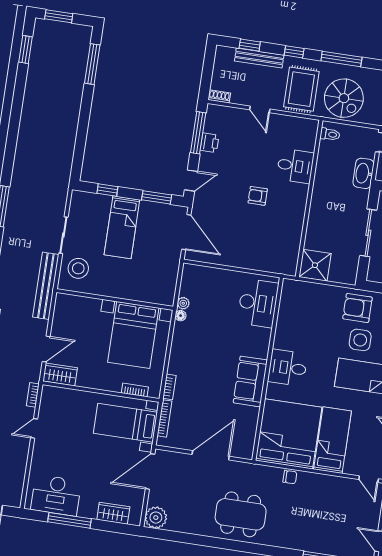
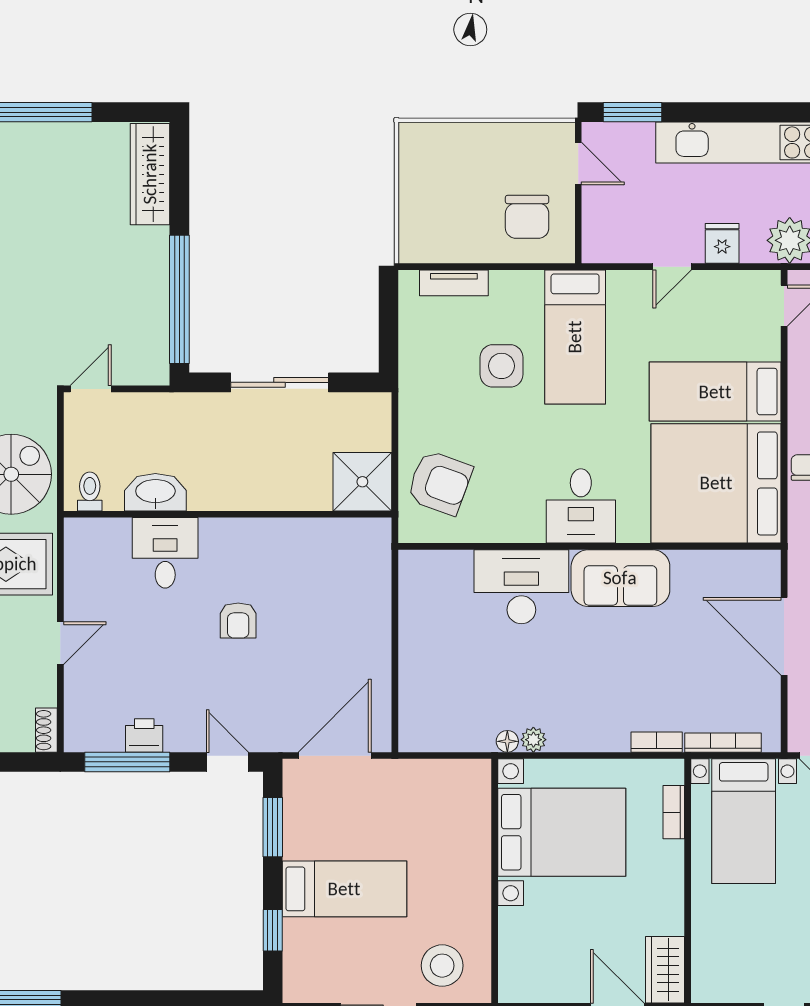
washbasin: (363, 173) -> (155, 492), moved, turned 180
plant: (183, 303) -> (533, 740), moved
desk: (258, 303) -> (521, 587), moved
armchair: (357, 308) -> (440, 483), moved, turned -70

